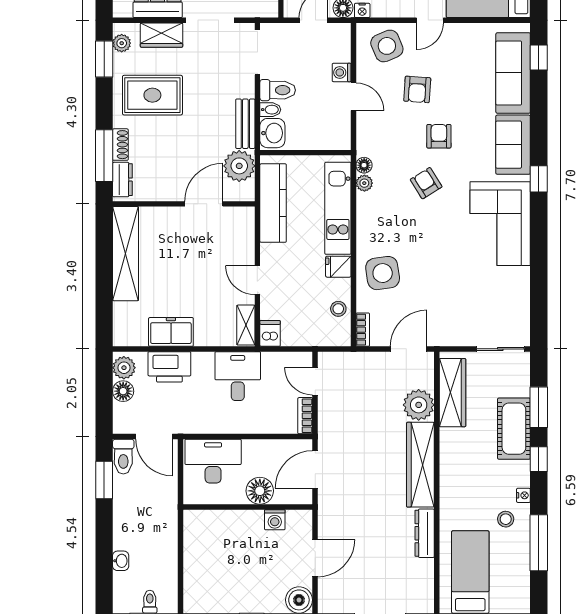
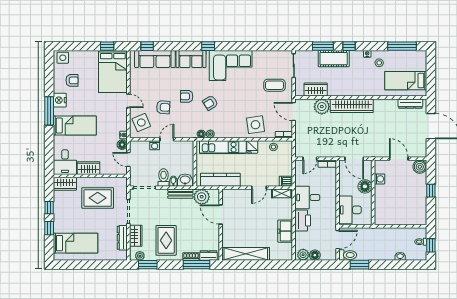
coffee table: (461, 311) -> (274, 85), added
printer: (169, 367) -> (303, 220), moved
wardrobe: (452, 393) -> (316, 90), width x0.67
dresser: (425, 533) -> (410, 104), moved
window: (539, 543) -> (402, 46), moved

